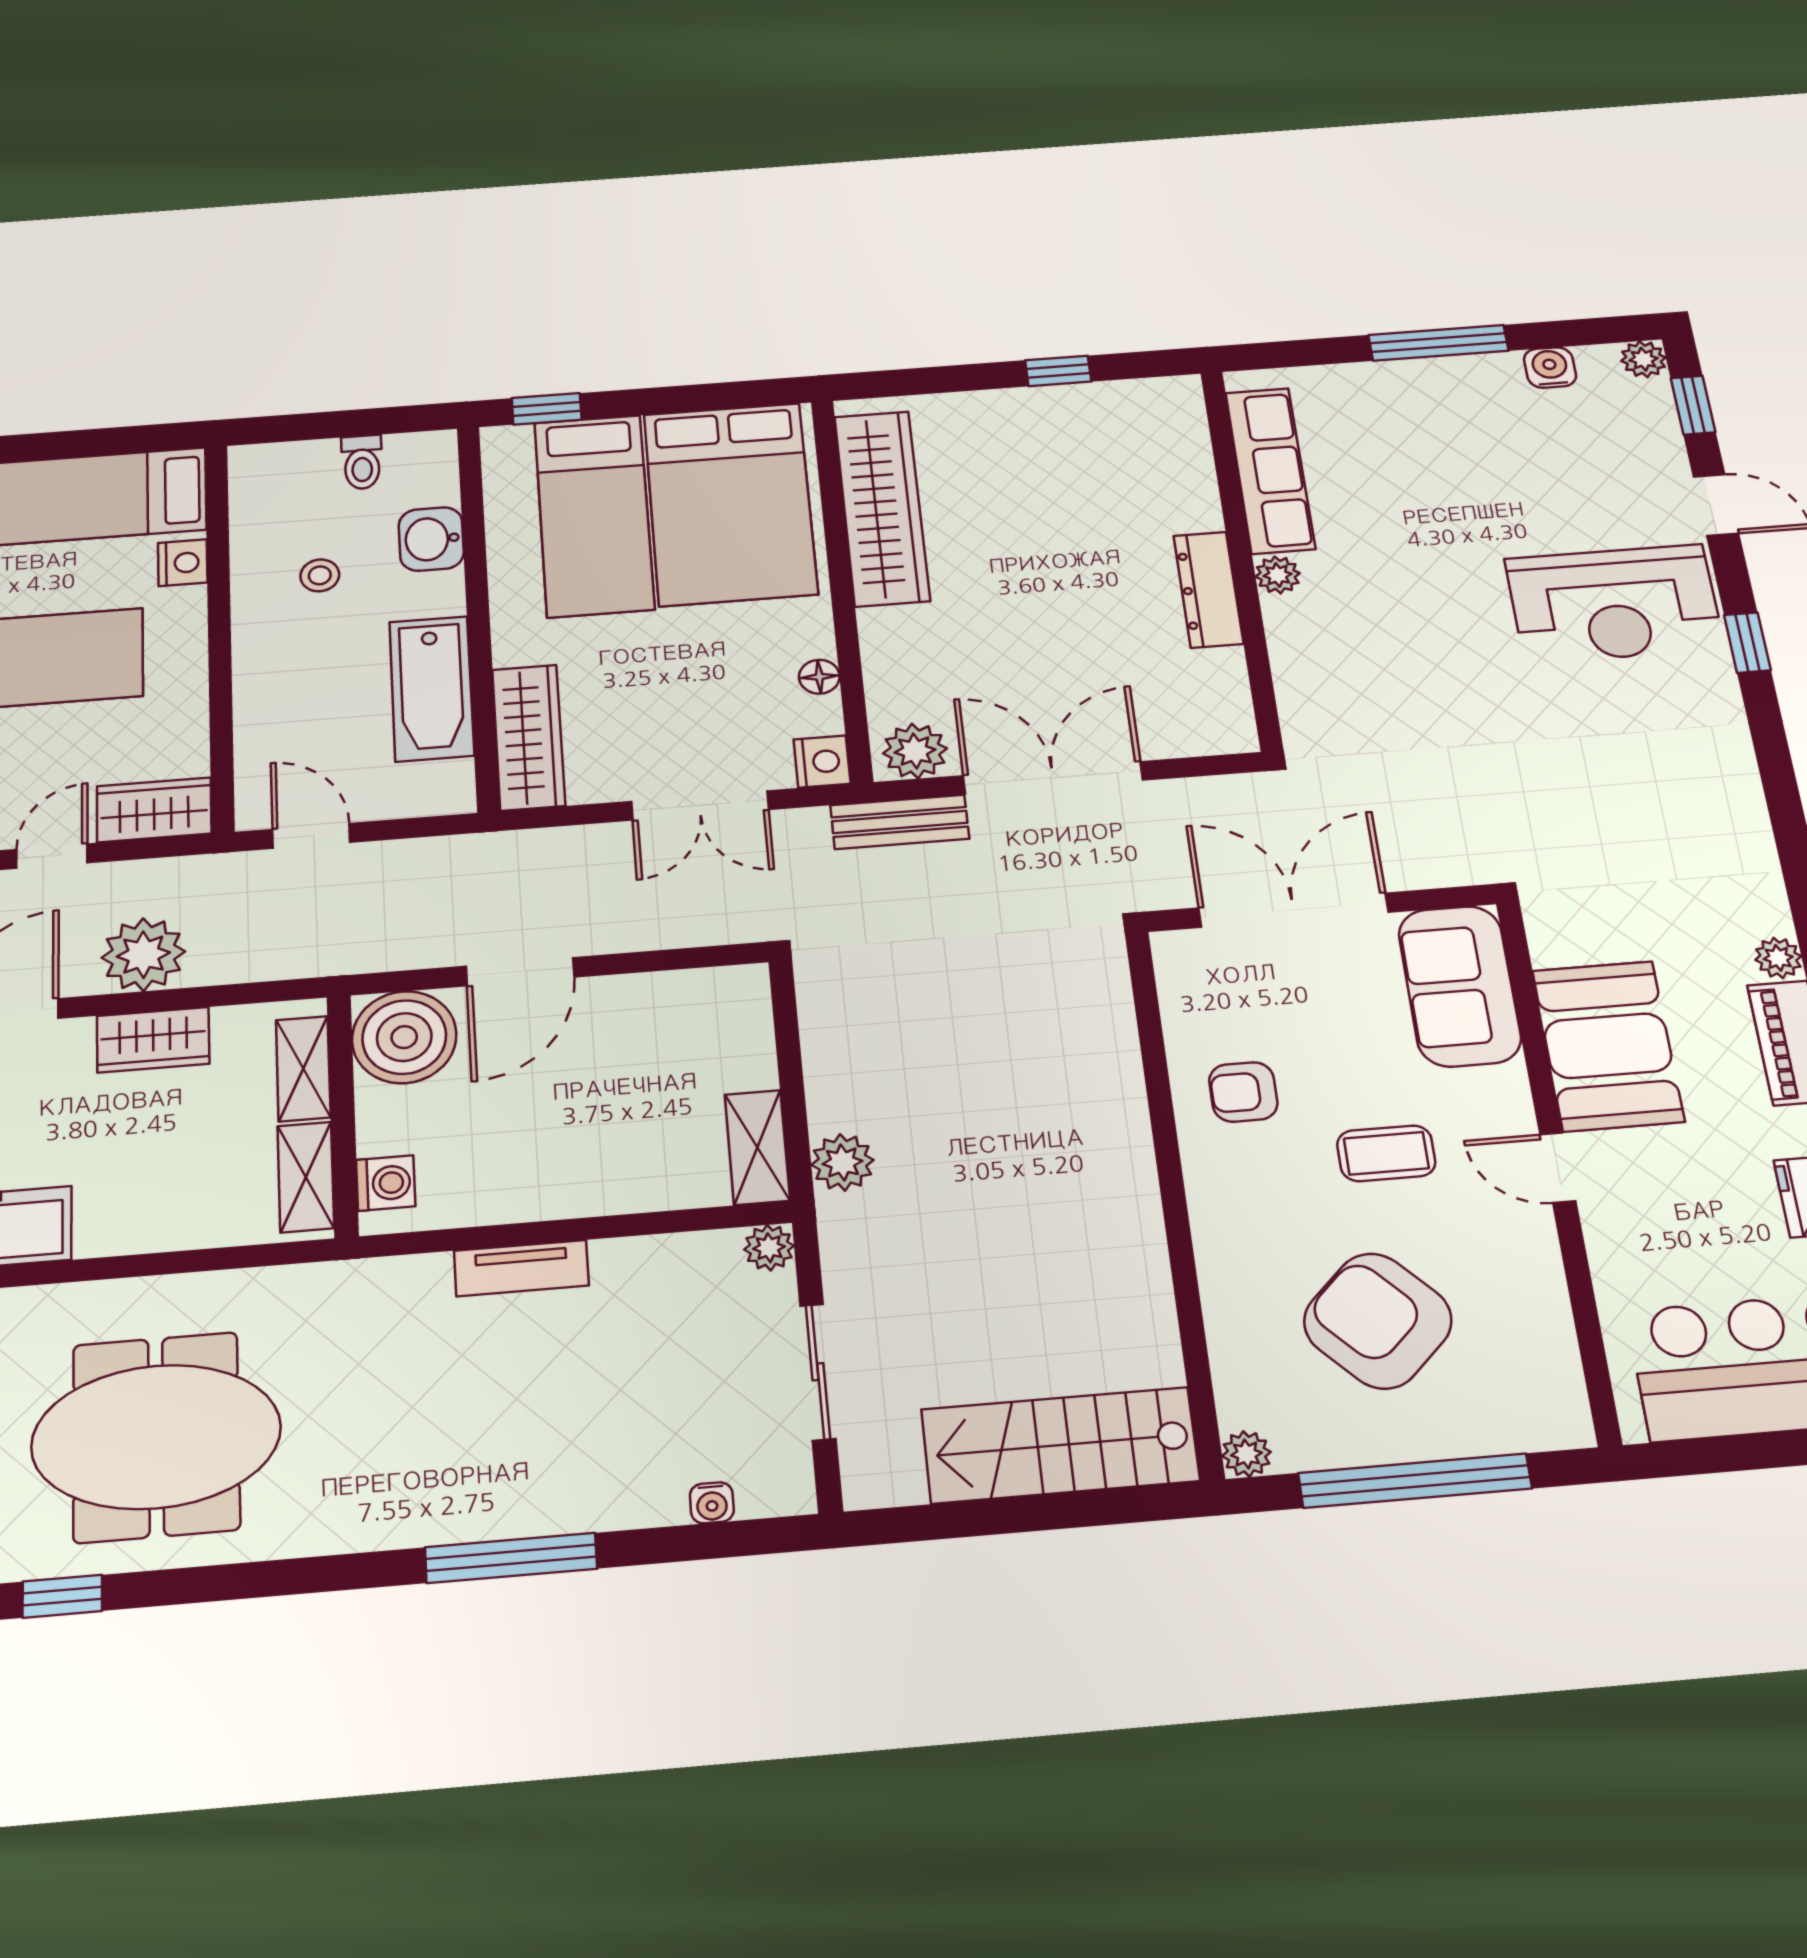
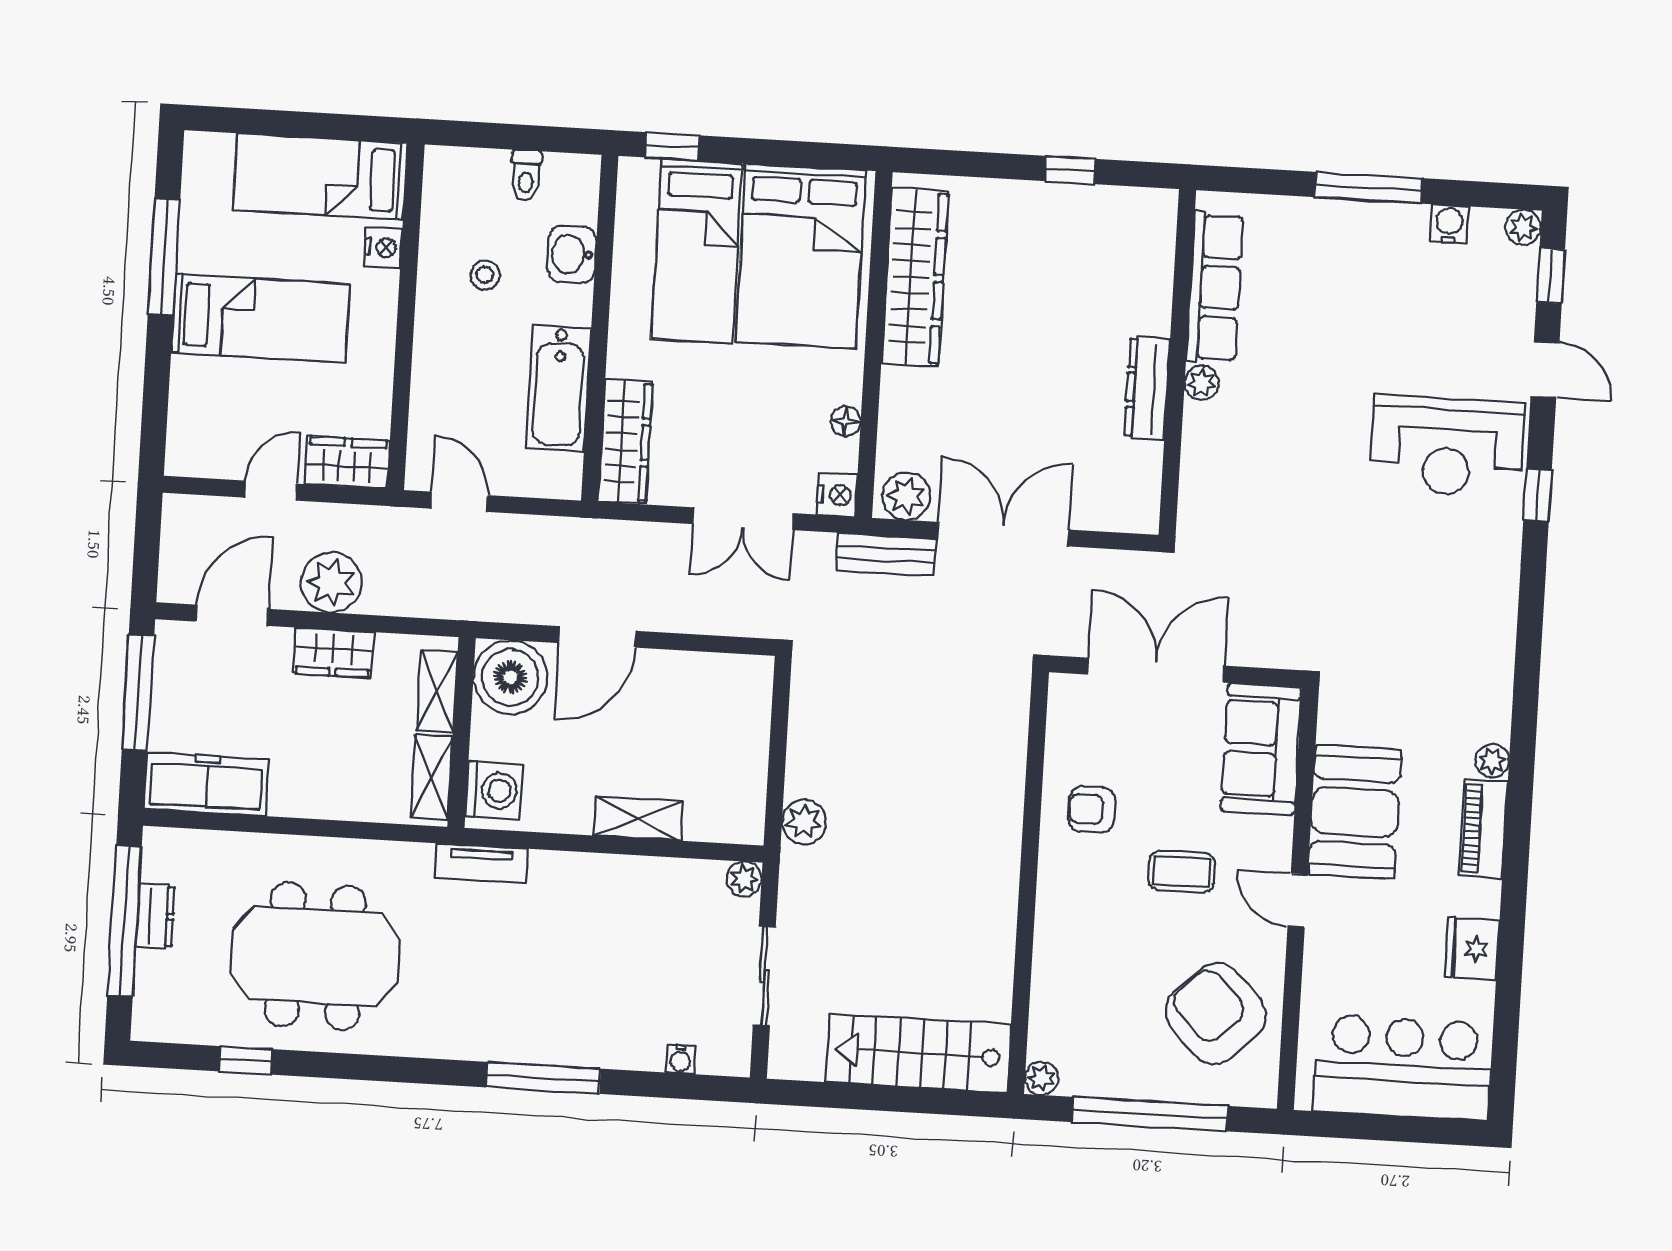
shelving: (757, 1147) -> (638, 819), moved, turned 90
washing machine: (386, 1183) -> (494, 790), width x1.38, depth x1.38
tv unit: (521, 1268) -> (481, 863), moved
armchair: (1378, 1321) -> (1216, 1013), moved

